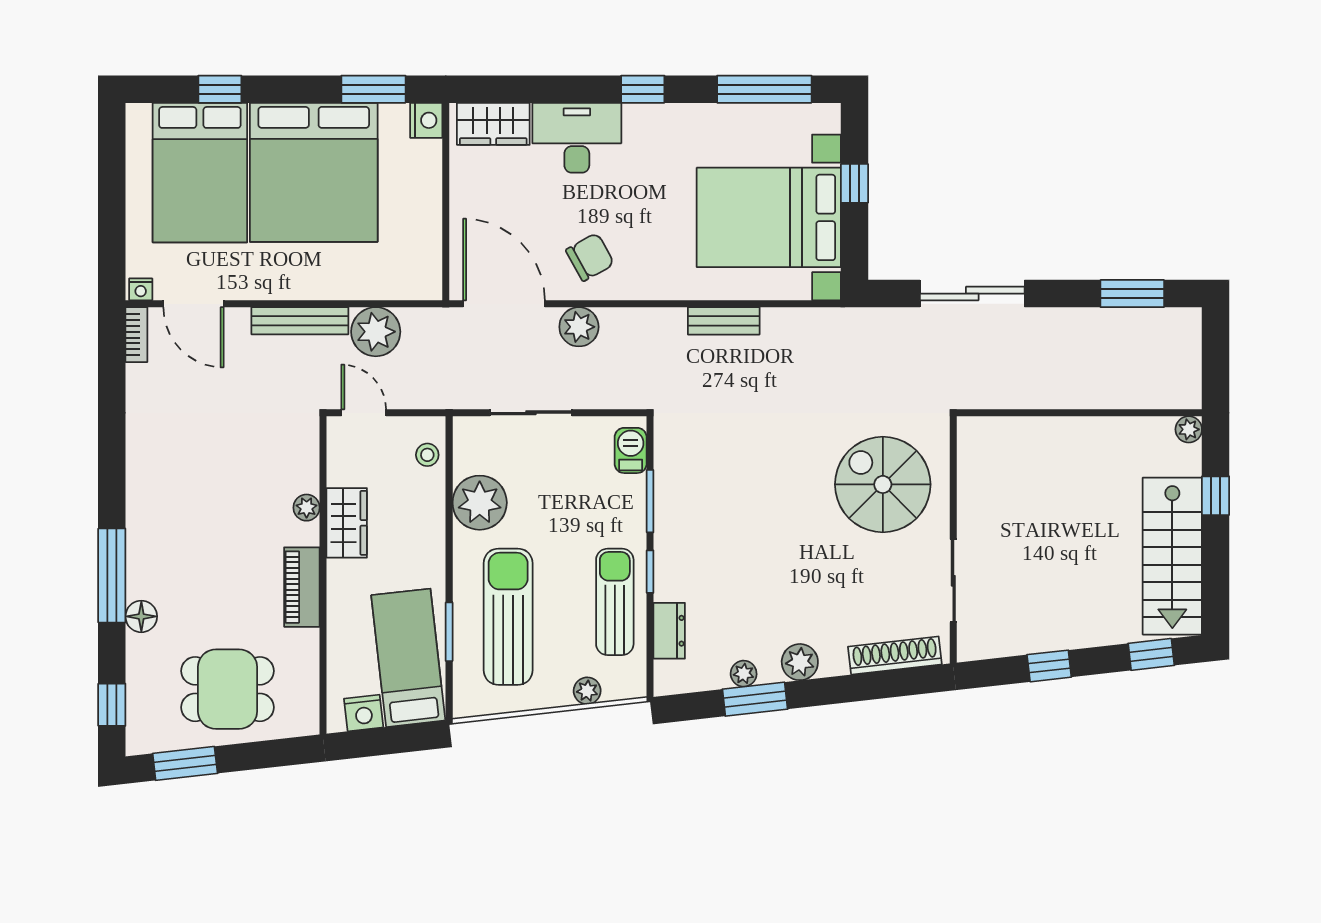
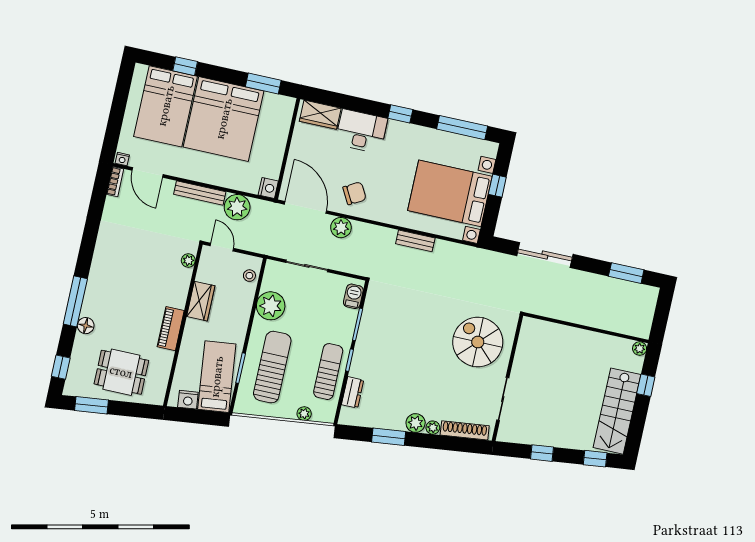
nightstand: (426, 120) -> (268, 188), moved
plant: (307, 508) -> (188, 261), moved
plant: (744, 674) -> (433, 428), moved

